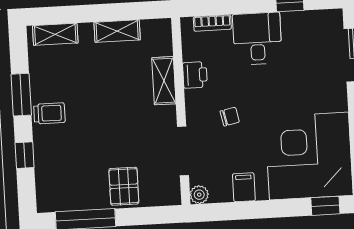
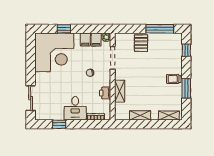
window: (25, 155) -> (186, 50), moved
filing cabinet: (221, 188) -> (96, 40), added
window: (325, 206) -> (64, 29), moved

